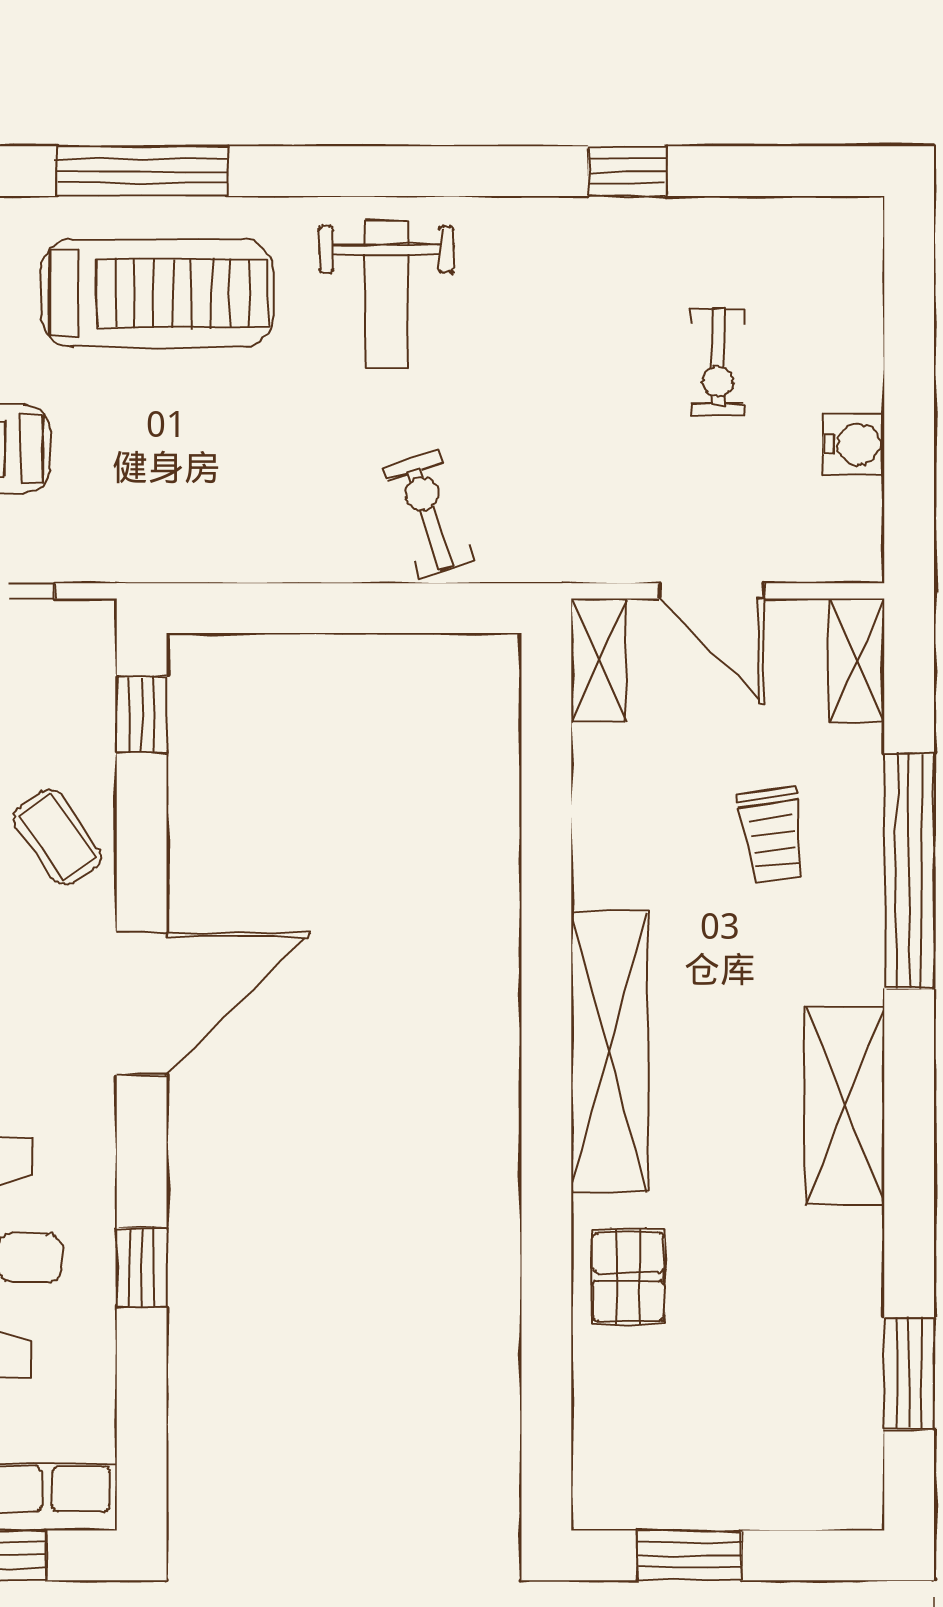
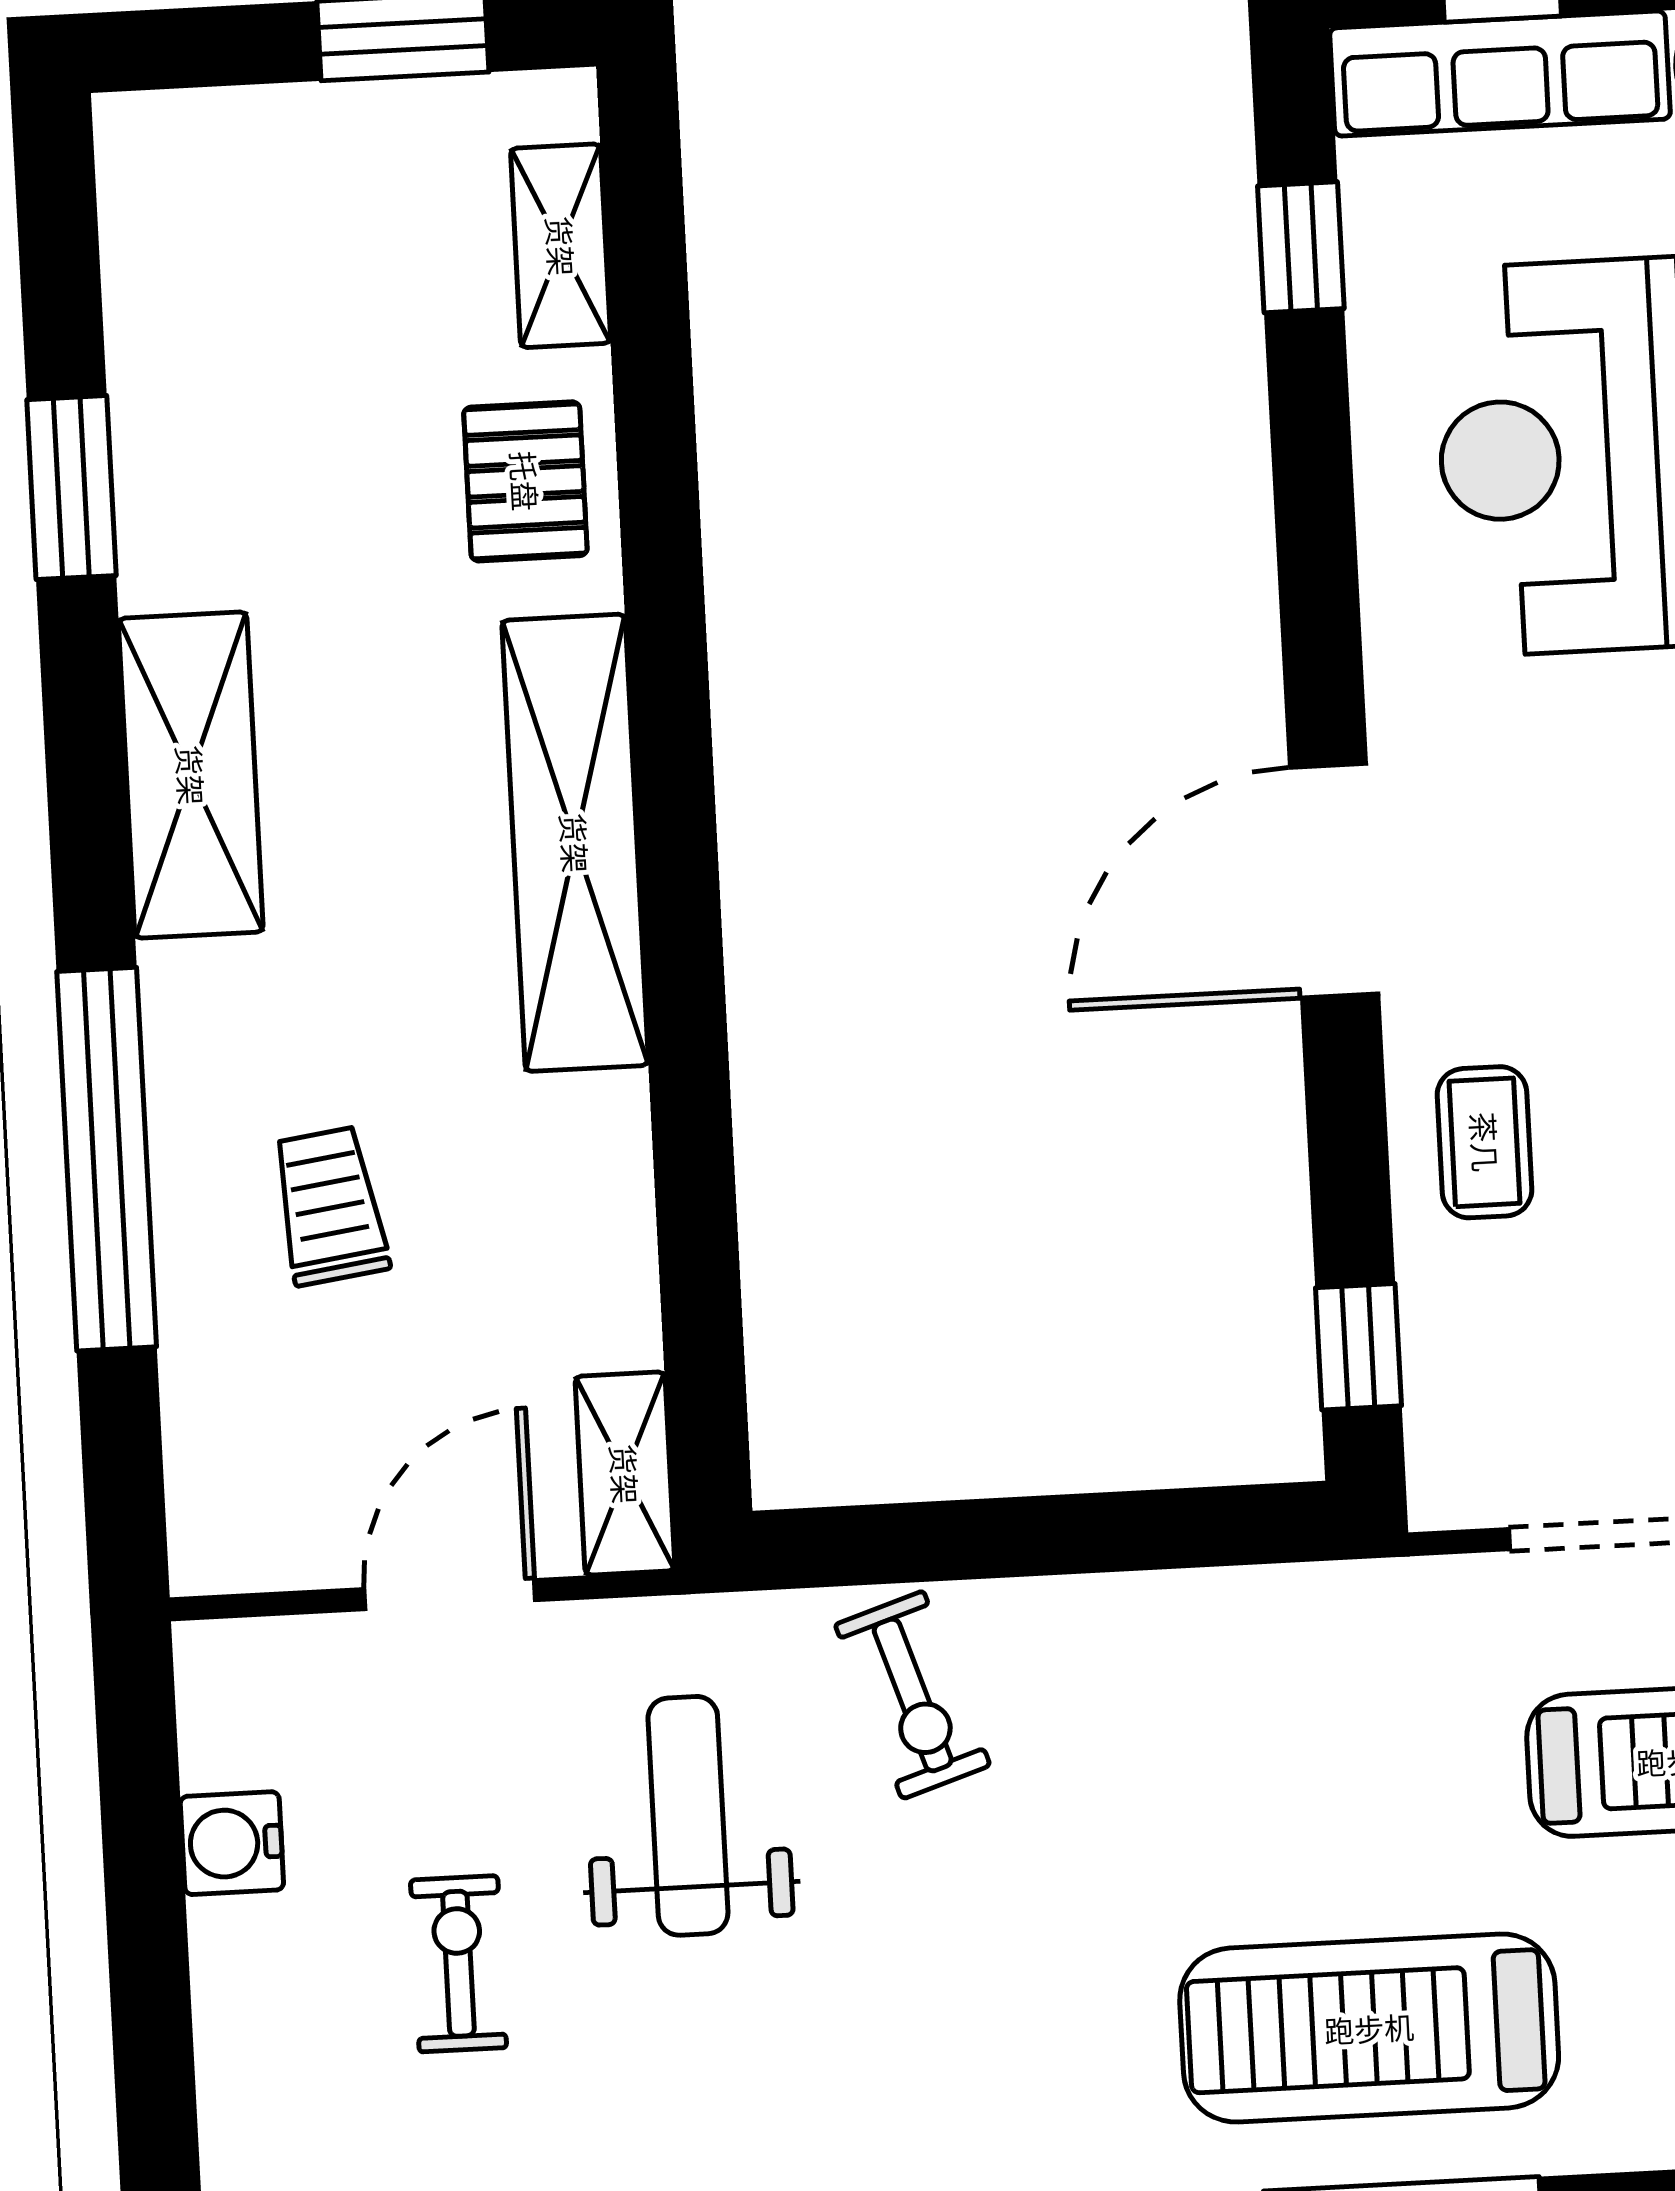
weight bench: (386, 294) -> (688, 1816), moved
door: (711, 591) -> (450, 1595), hinge flipped
shelving: (857, 660) -> (561, 246), moved
coffee table: (57, 837) -> (1485, 1142), turned 35
window: (142, 1267) -> (1301, 247), moved
window: (909, 1374) -> (71, 488), moved

